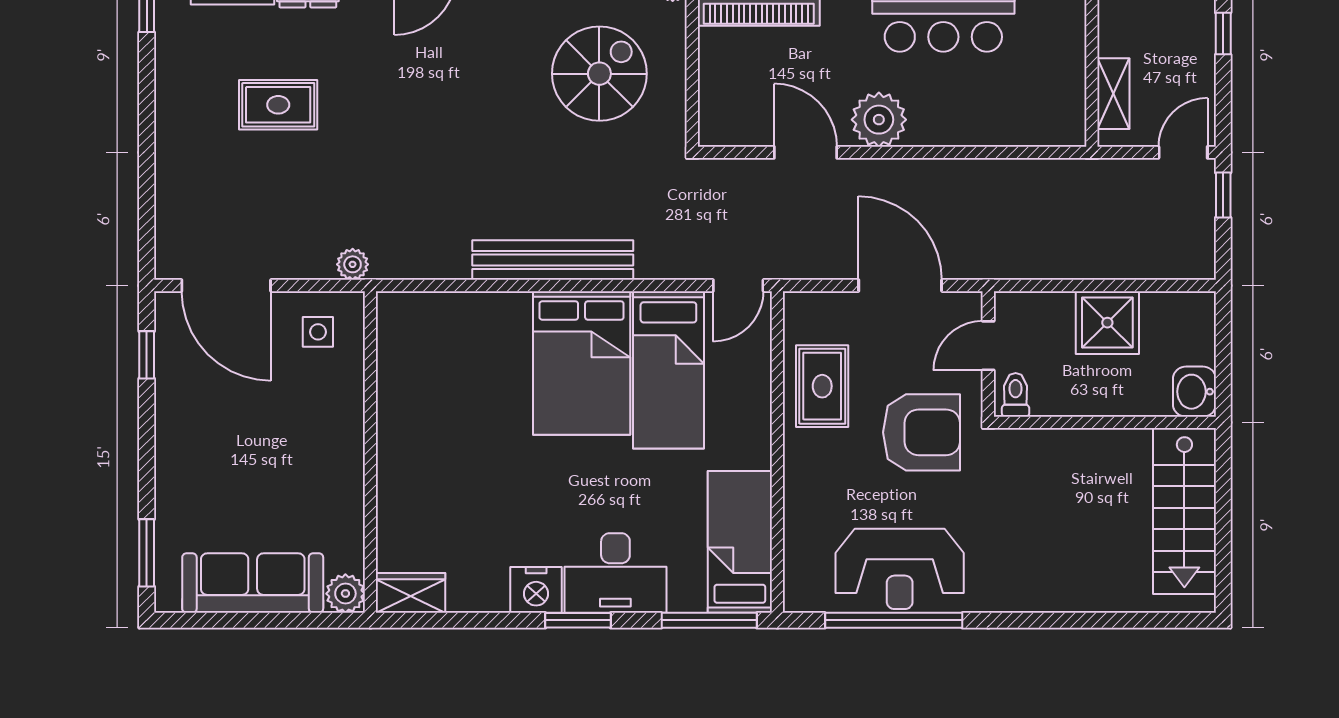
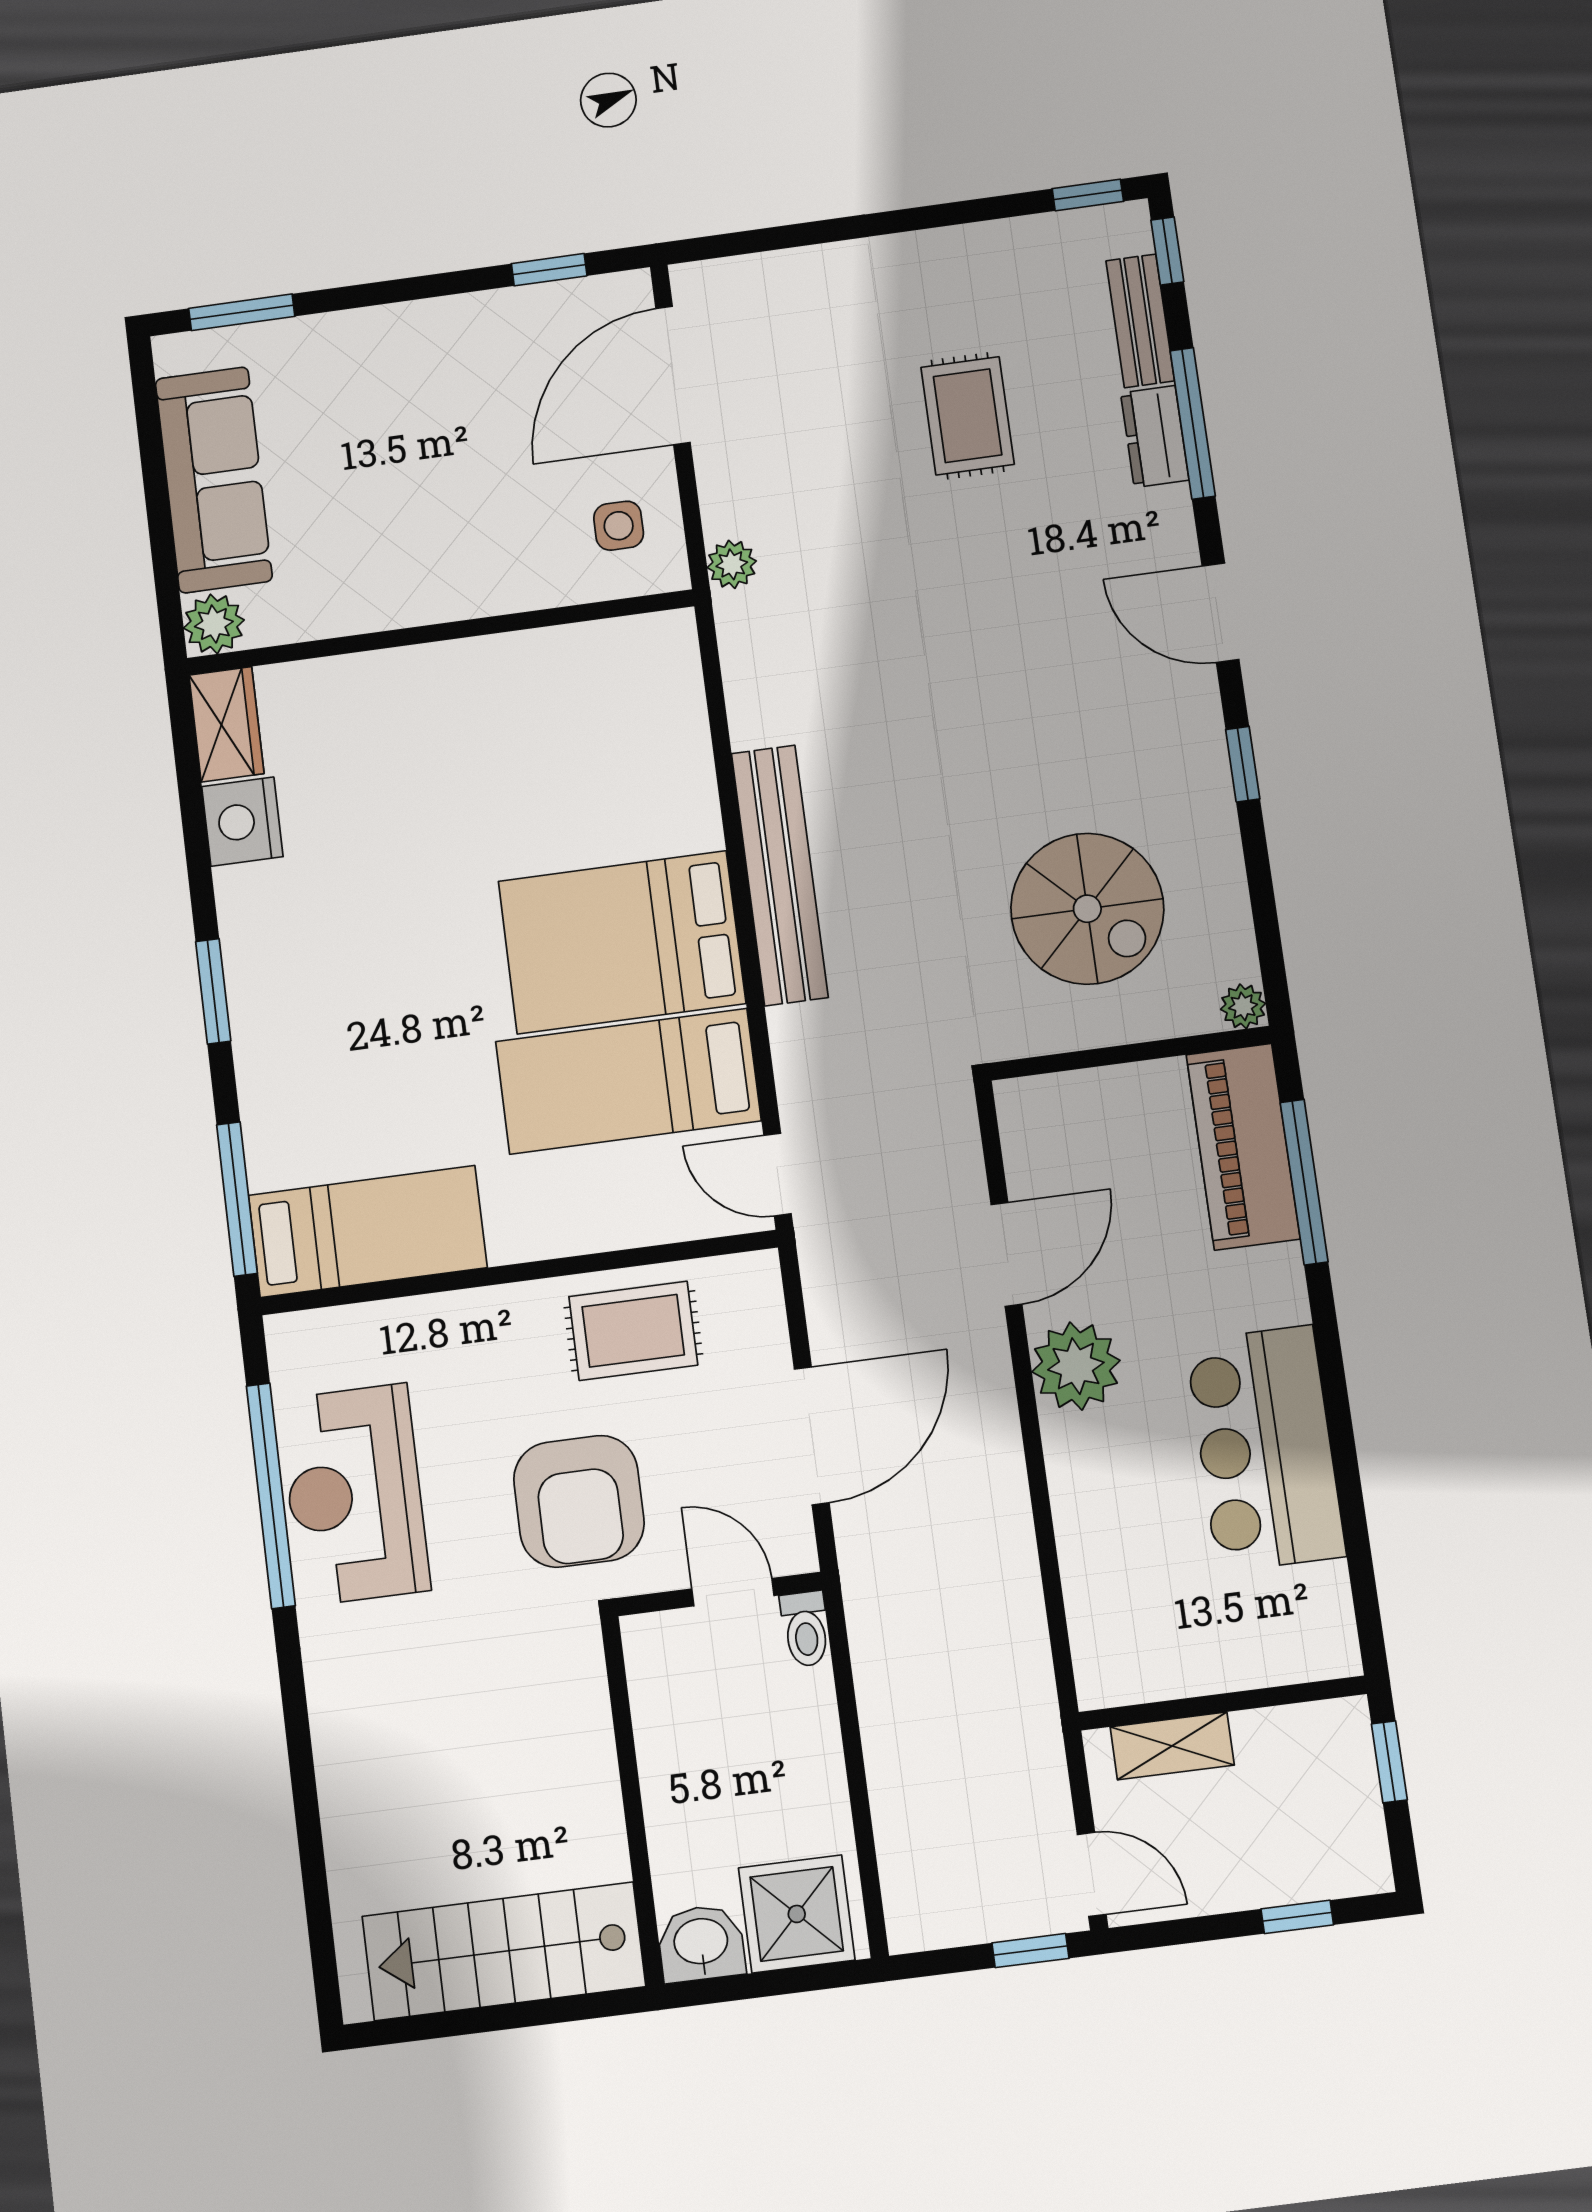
shower: (1107, 323) -> (797, 1914), moved
toilet: (1016, 395) -> (805, 1629), moved, turned 90
desk: (615, 573) -> (295, 1040), removed
nightstand: (536, 590) -> (242, 822), moved

